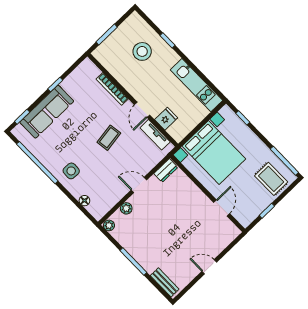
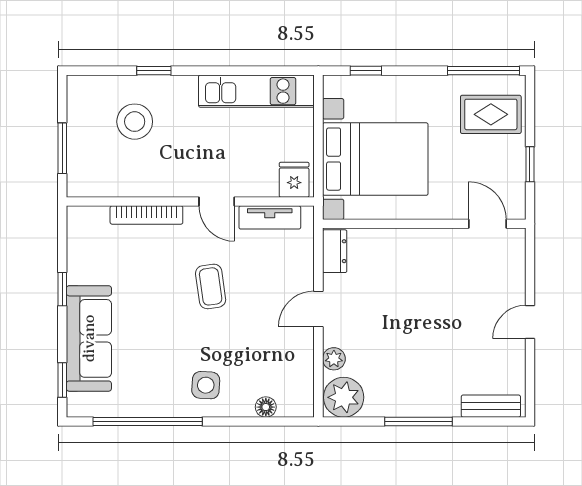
fridge: (166, 119) -> (294, 180), moved
door: (222, 208) -> (487, 224), moved
plant: (109, 225) -> (344, 397), width x1.88, depth x1.88

